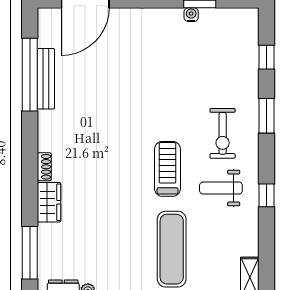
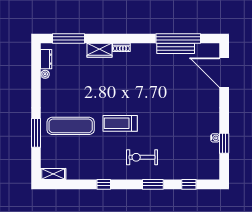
treadmill: (167, 169) -> (120, 123), turned 180
weight bench: (221, 188) -> (108, 156), removed

